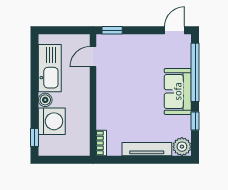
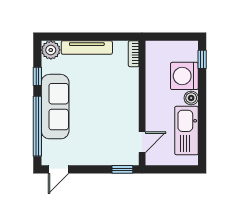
sofa: (178, 91) -> (55, 107), width x1.36

